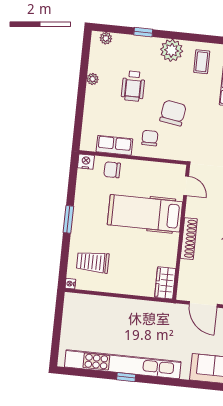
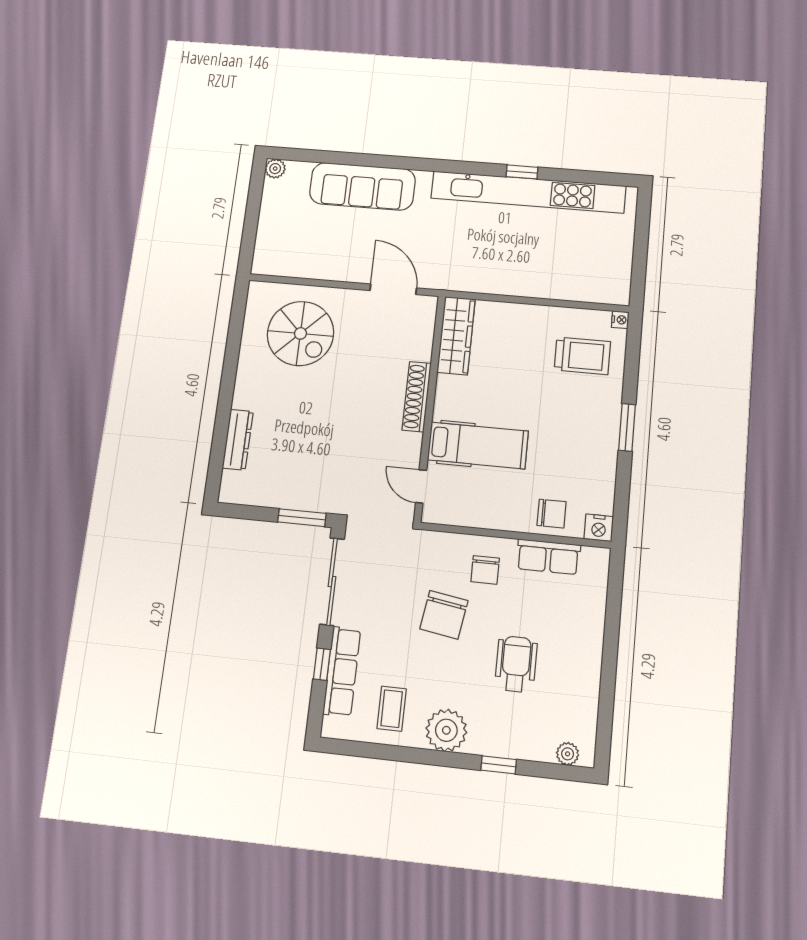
plant: (93, 79) -> (590, 677), removed
hospital bed: (145, 213) -> (478, 445), width x0.73, depth x0.78
wardrobe: (165, 283) -> (456, 336), width x1.50

